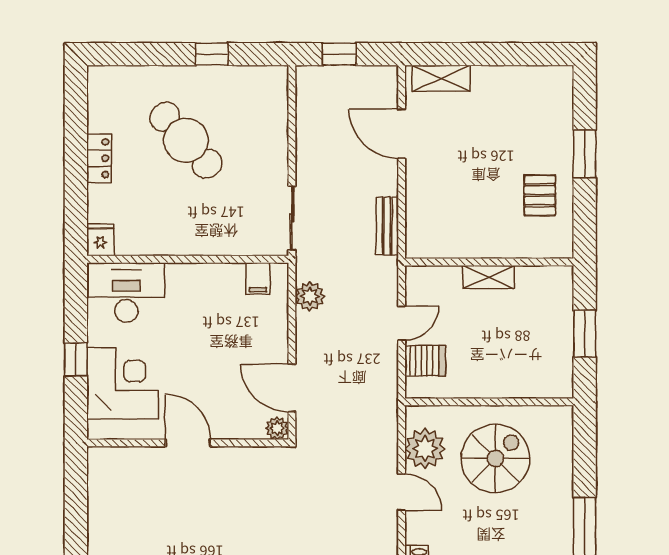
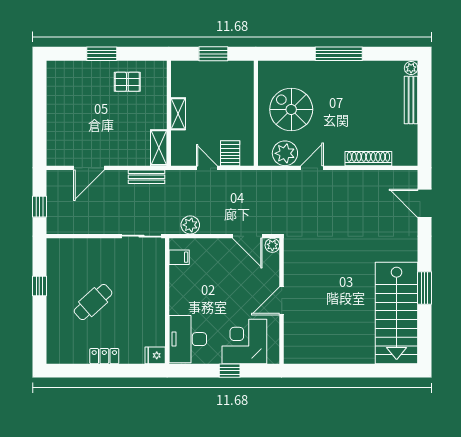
shelving: (441, 78) -> (159, 148), moved
cafe table: (186, 140) -> (93, 302), width x0.73, depth x0.74
door: (292, 388) -> (247, 236), hinge flipped

